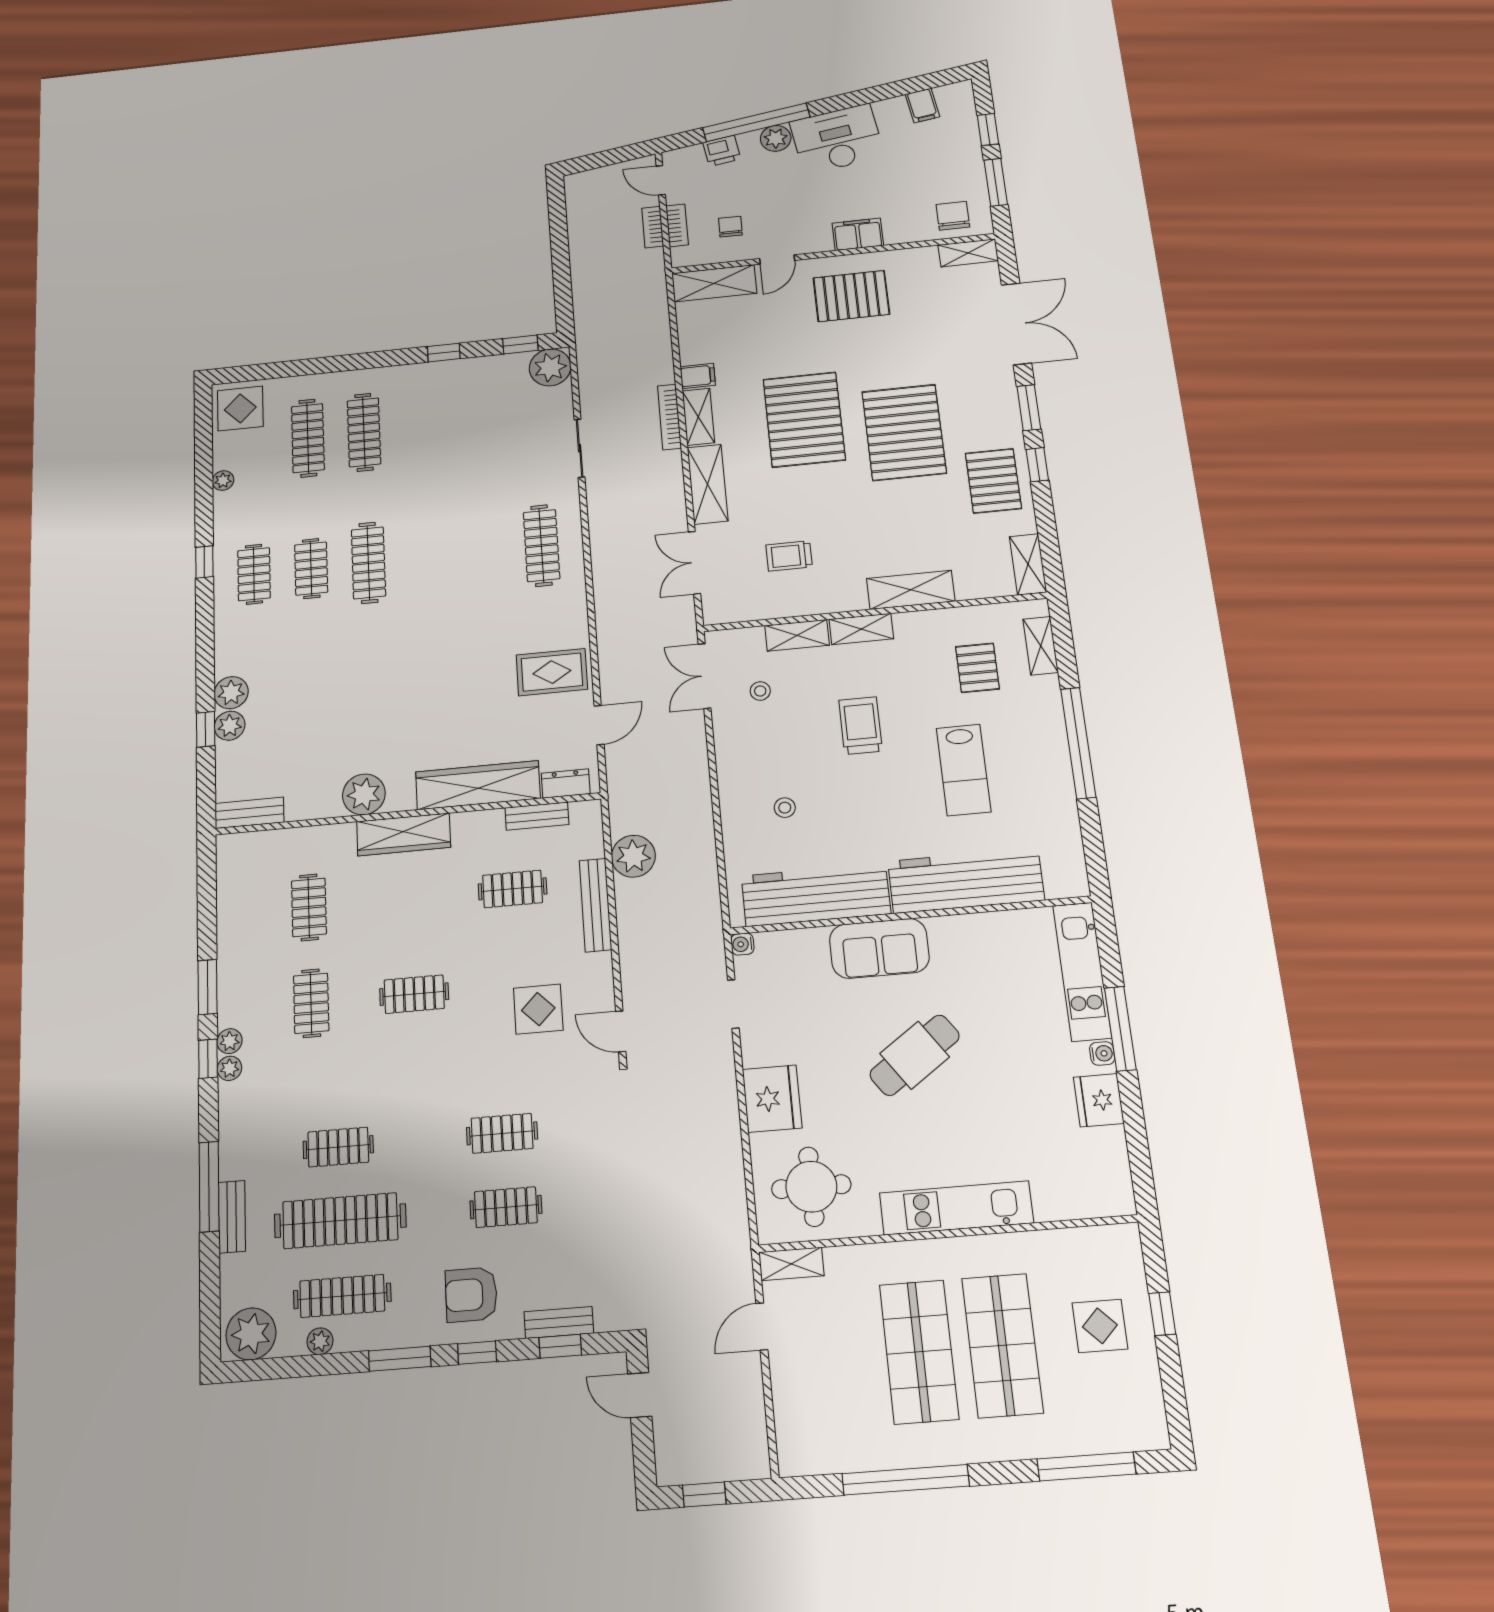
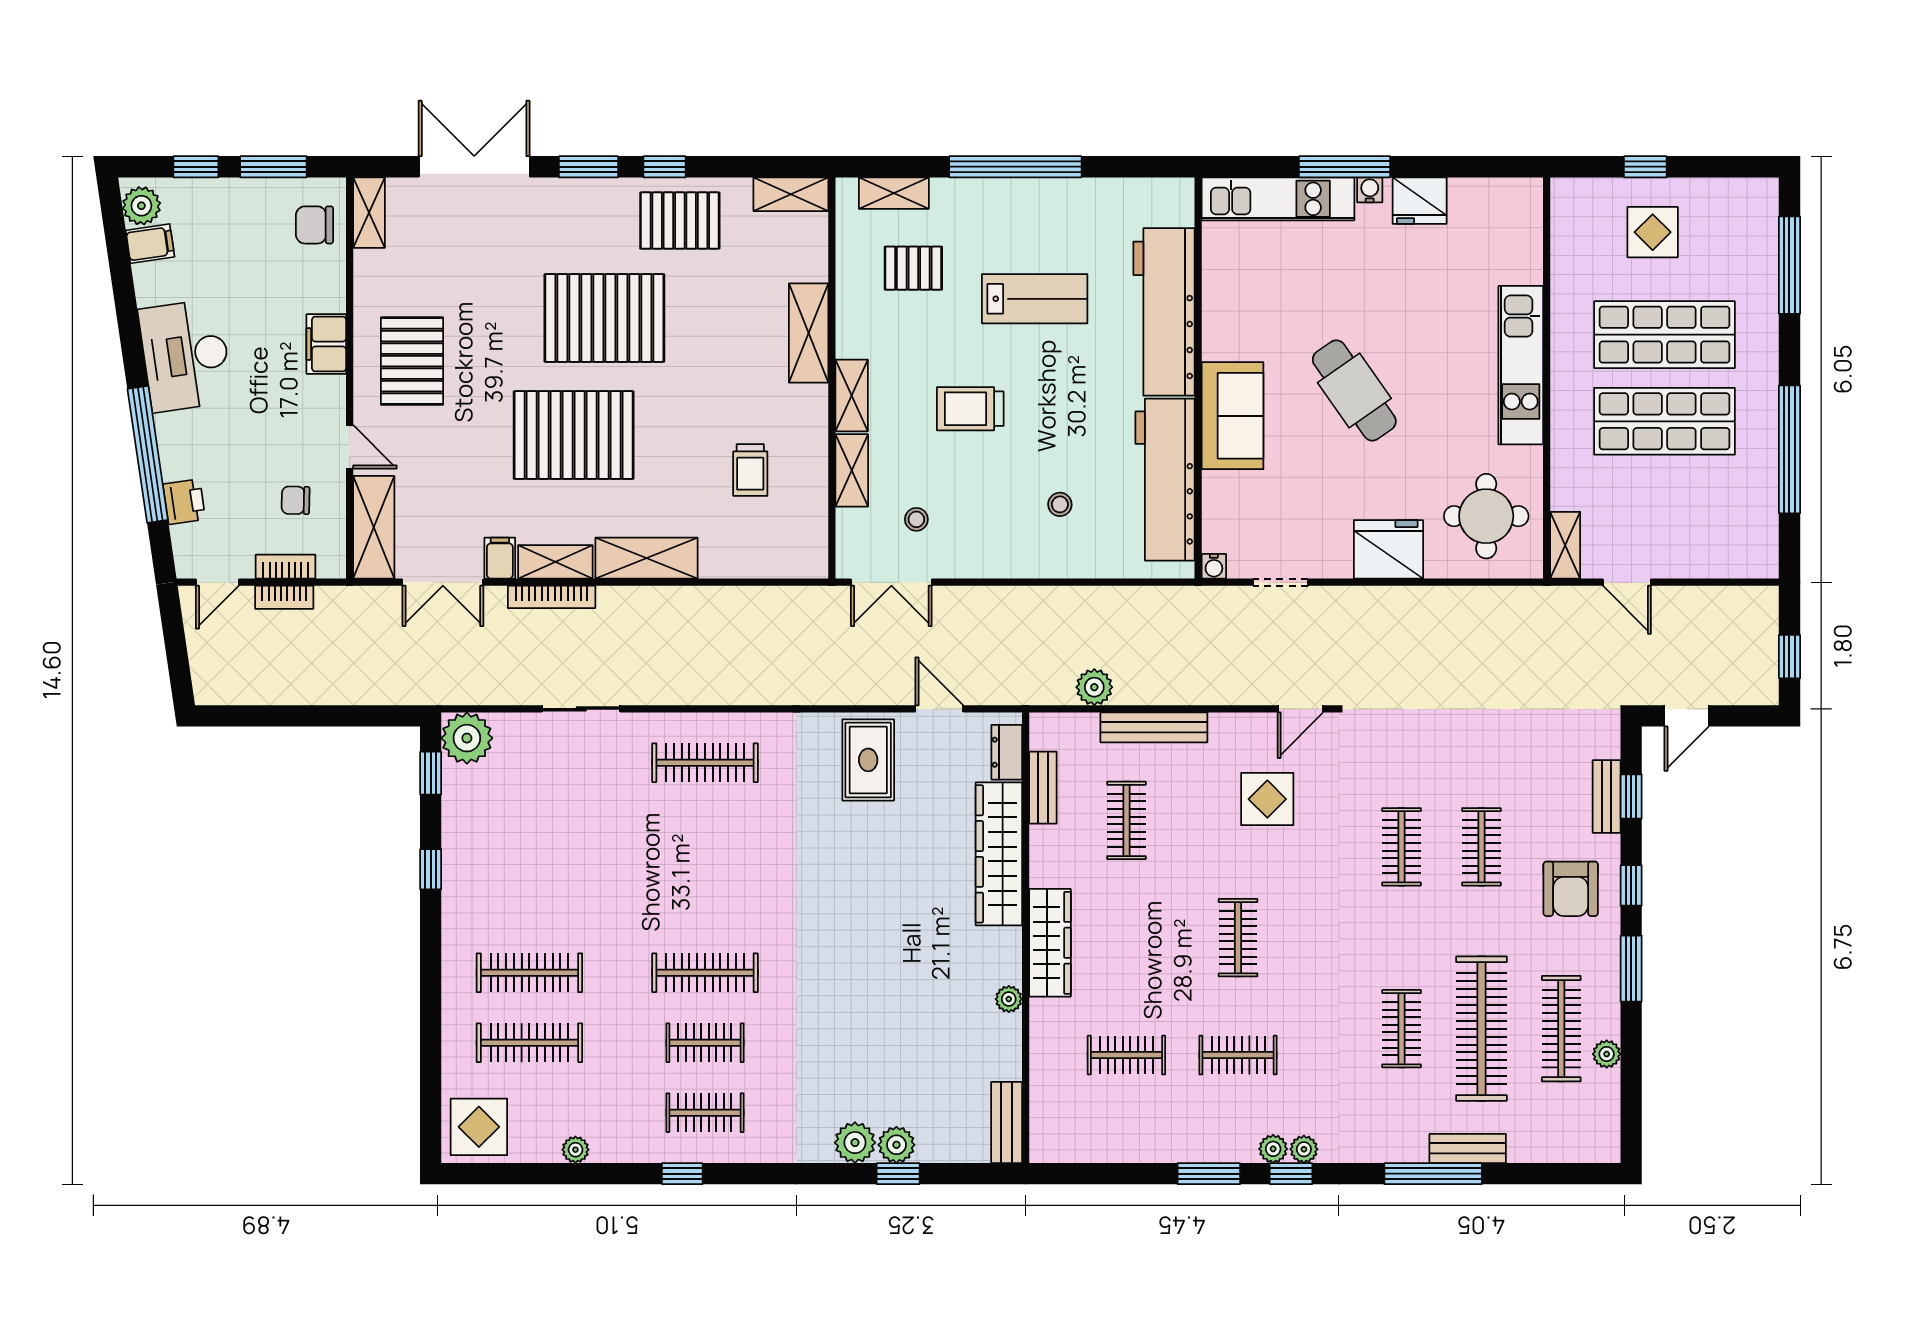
plant: (776, 138) -> (141, 206), moved
double door: (694, 563) -> (443, 582), moved
plant: (364, 794) -> (1009, 999), width x0.53, depth x0.53
plant: (633, 856) -> (1094, 687), width x0.73, depth x0.73
plant: (251, 1334) -> (1593, 1129), removed

